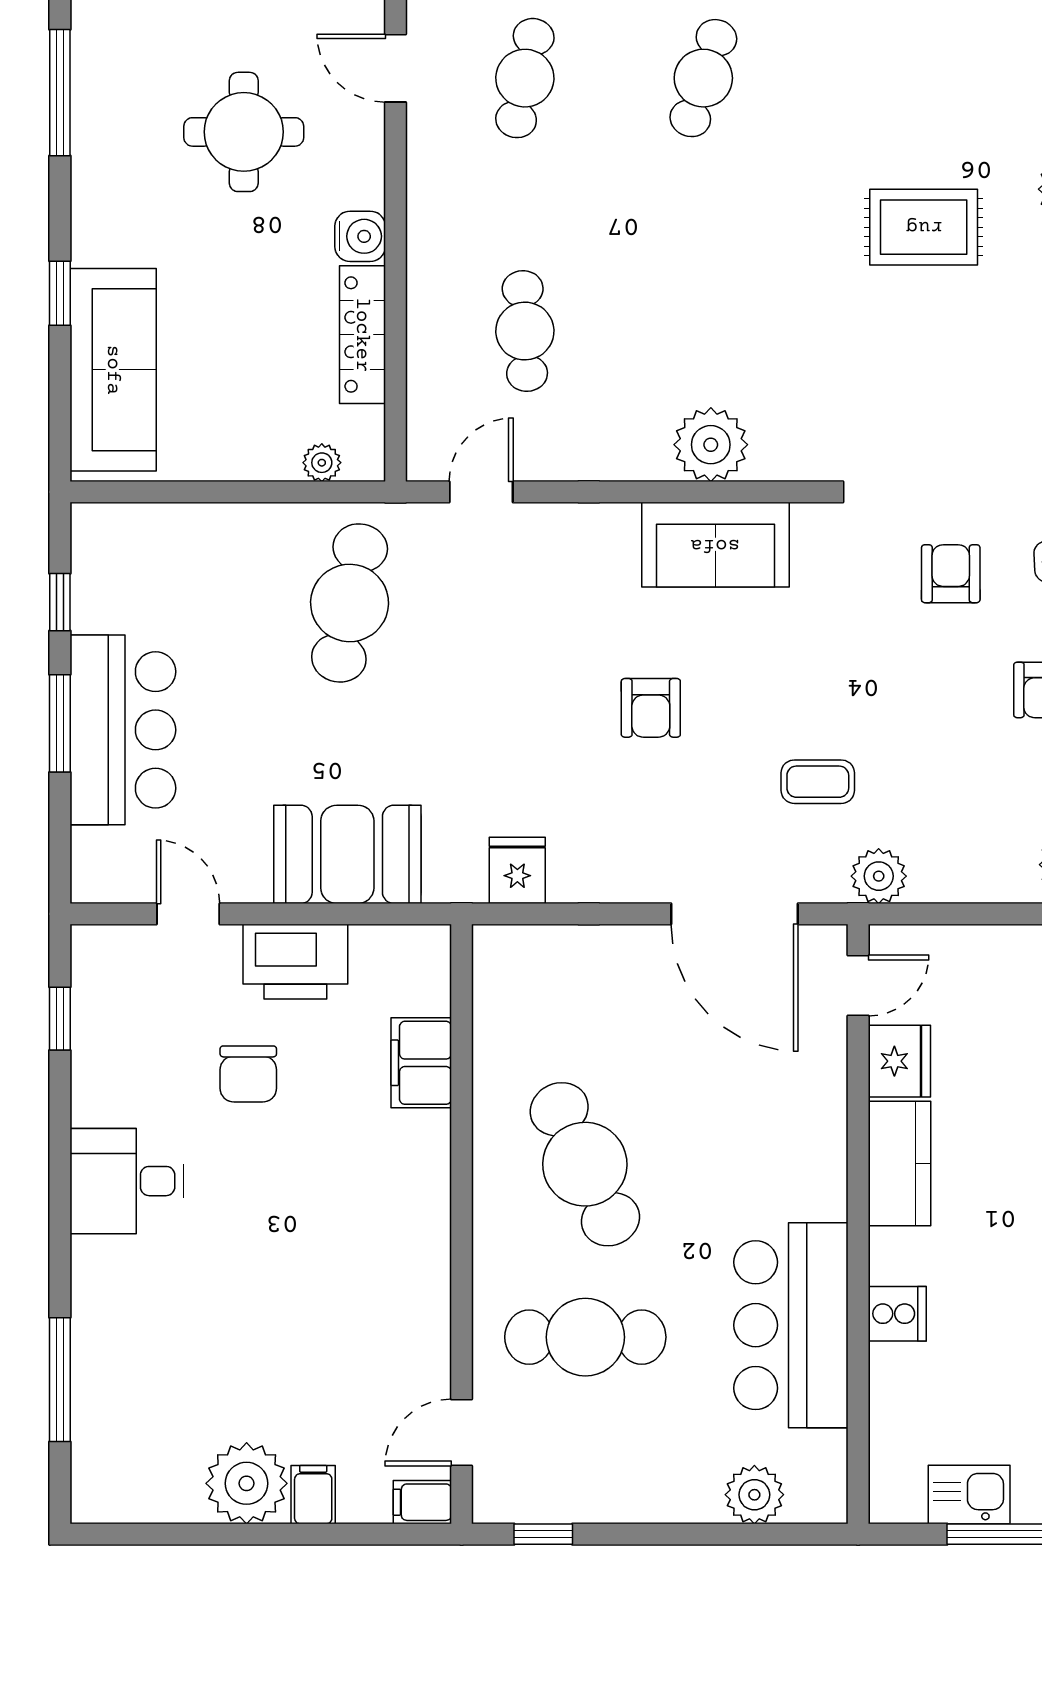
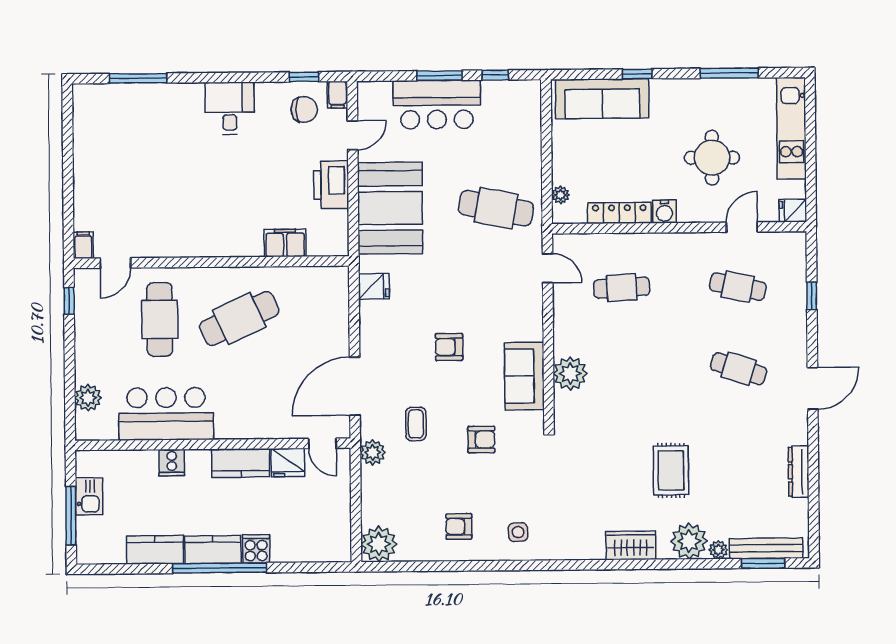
armchair: (951, 574) -> (481, 440), moved
booth: (347, 854) -> (390, 208), width x1.36, depth x1.42
chair: (248, 1074) -> (304, 110), moved, turned 180
door: (462, 1433) -> (115, 263), swing flipped
plant: (247, 1483) -> (91, 164), removed
filing cabinet: (313, 1495) -> (337, 95), moved, turned 90

